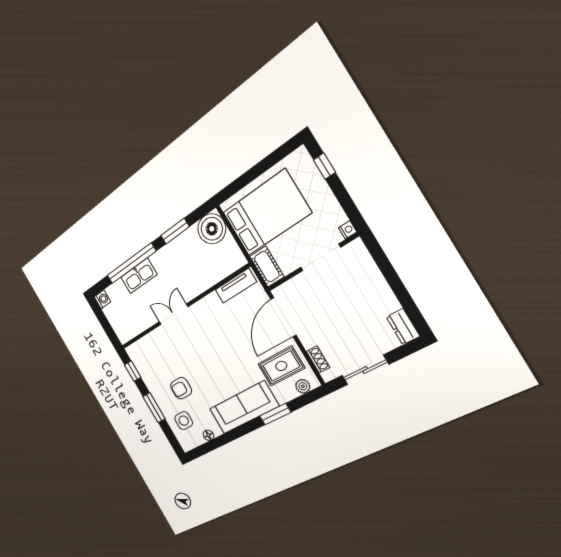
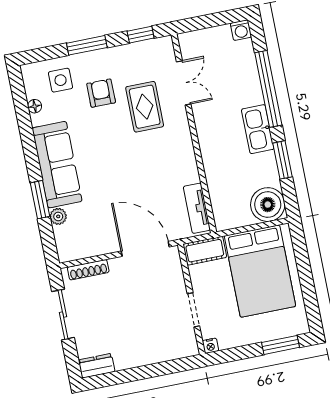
window: (324, 166) -> (280, 345), width x1.50
doorway: (320, 257) -> (193, 310), width x0.73
kitchen sink: (139, 276) -> (258, 129), moved
double door: (173, 314) -> (184, 83), moved
shoe rack: (318, 359) -> (88, 270), width x1.43
rug: (281, 366) -> (145, 107), moved
plant: (303, 386) -> (58, 216), moved

